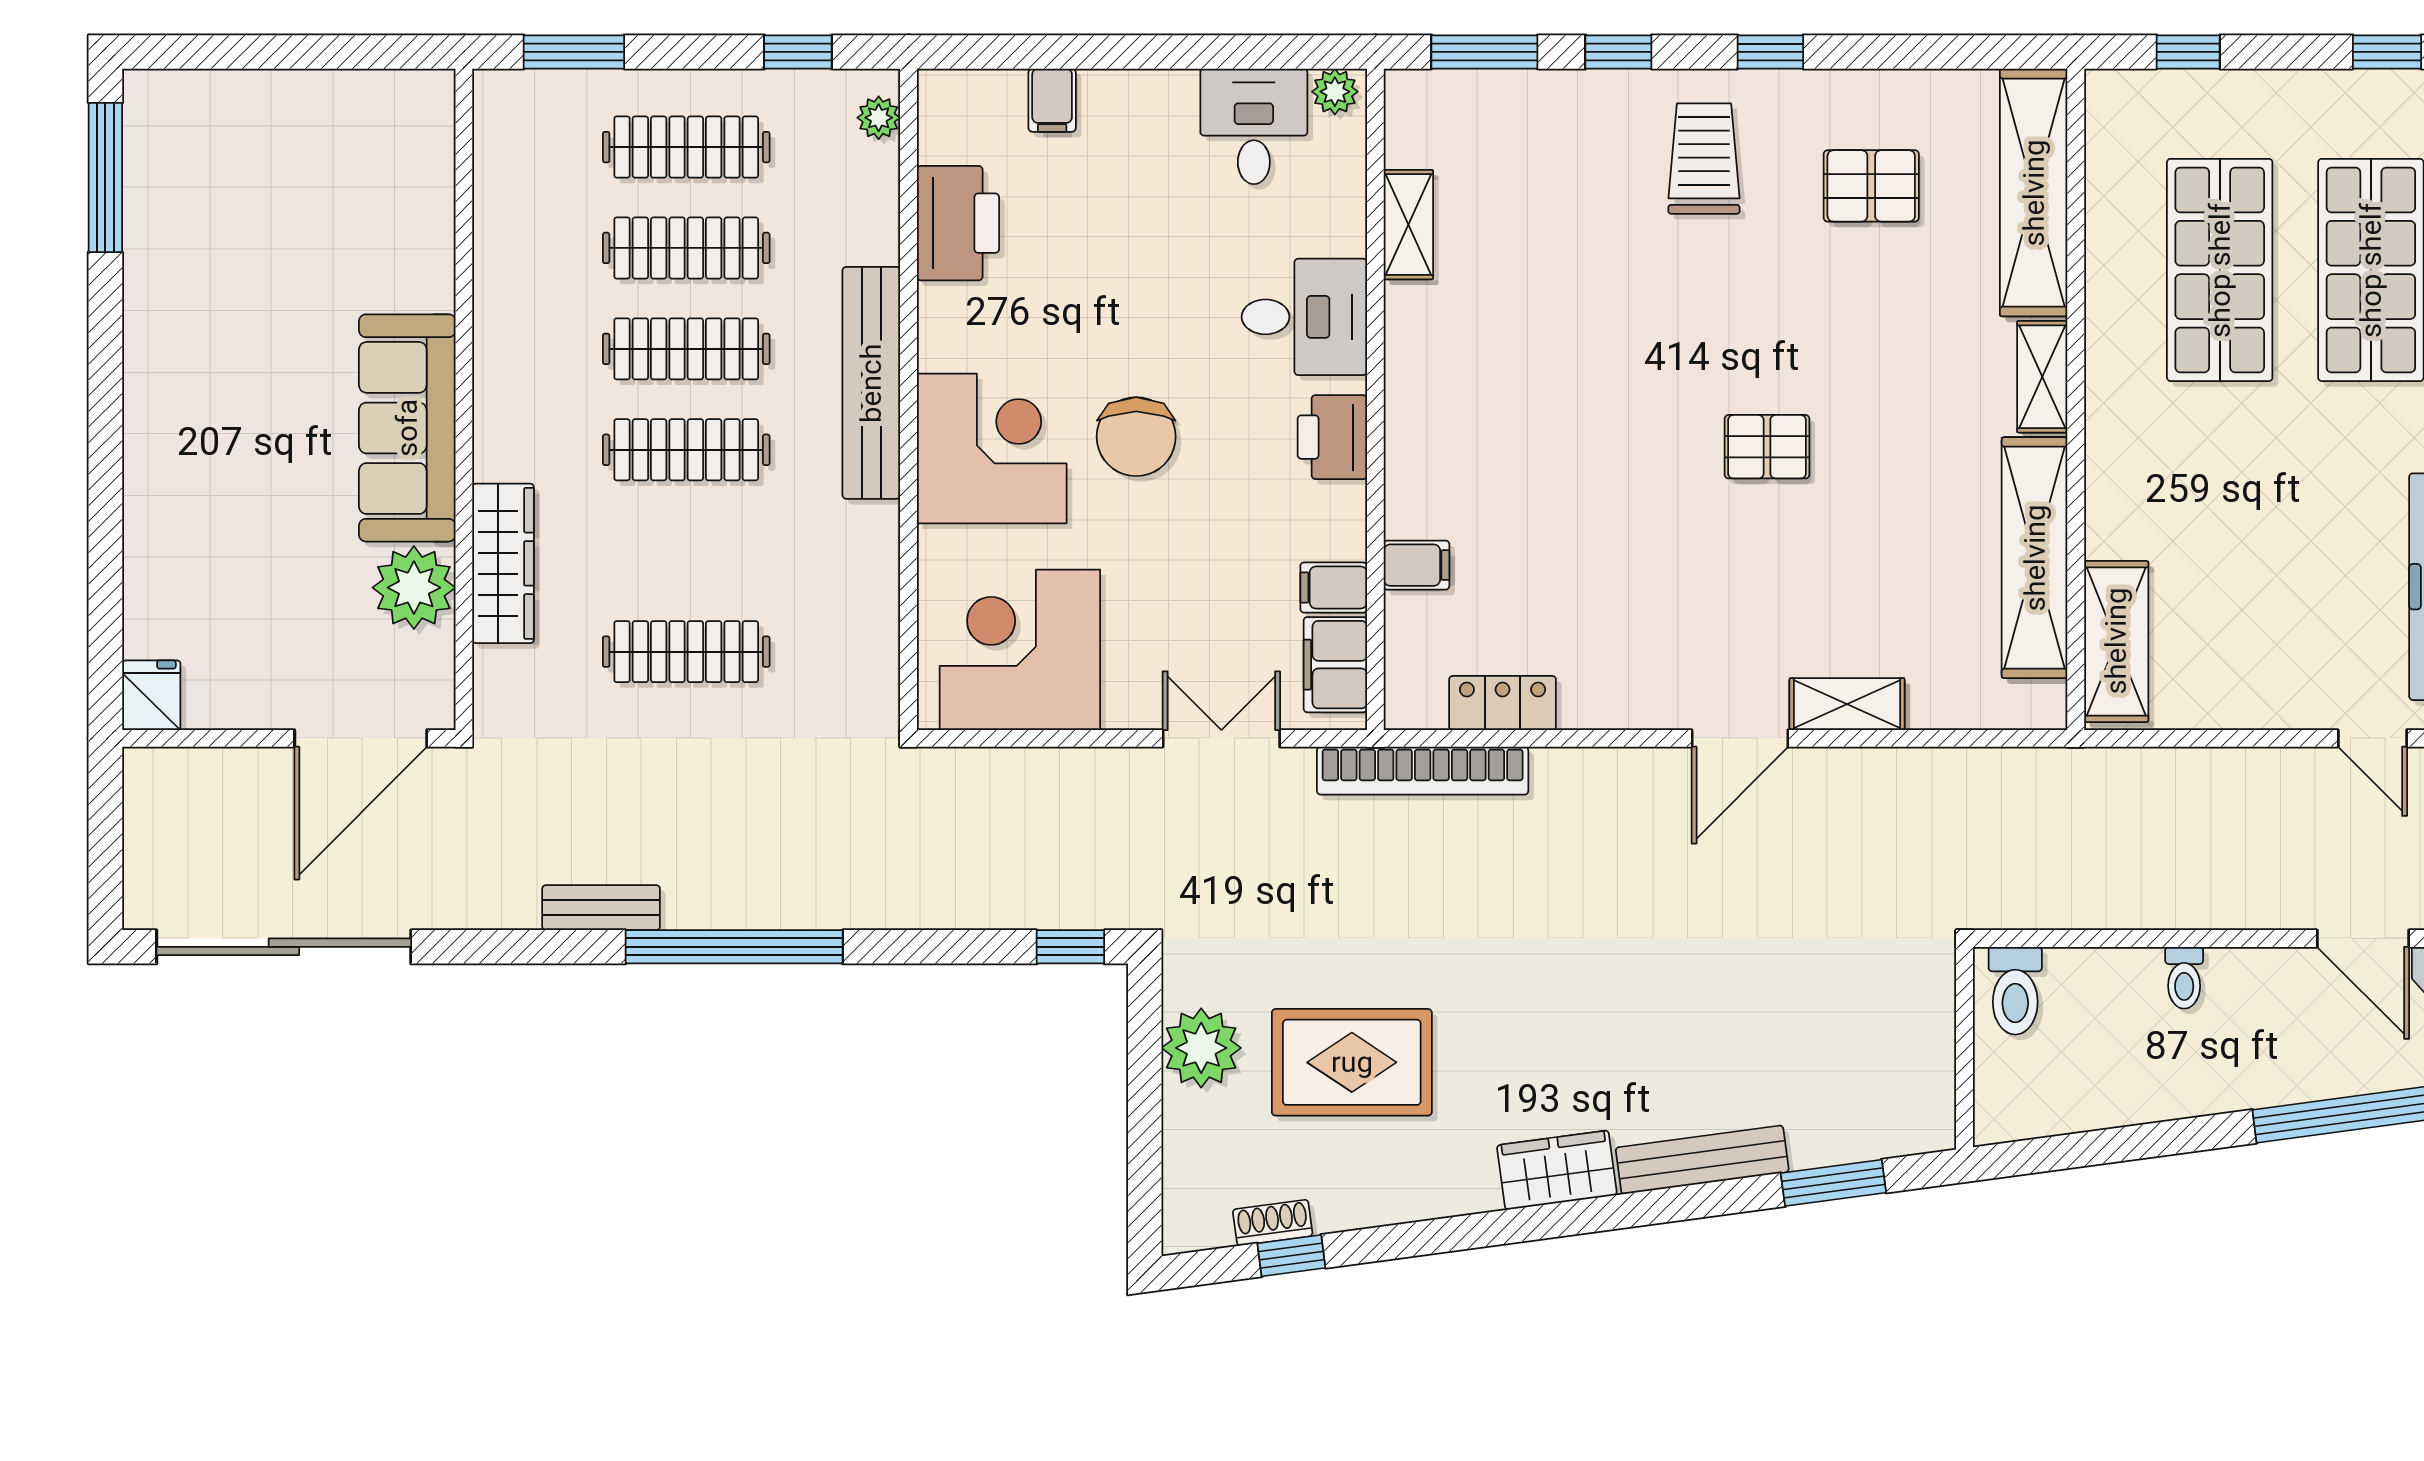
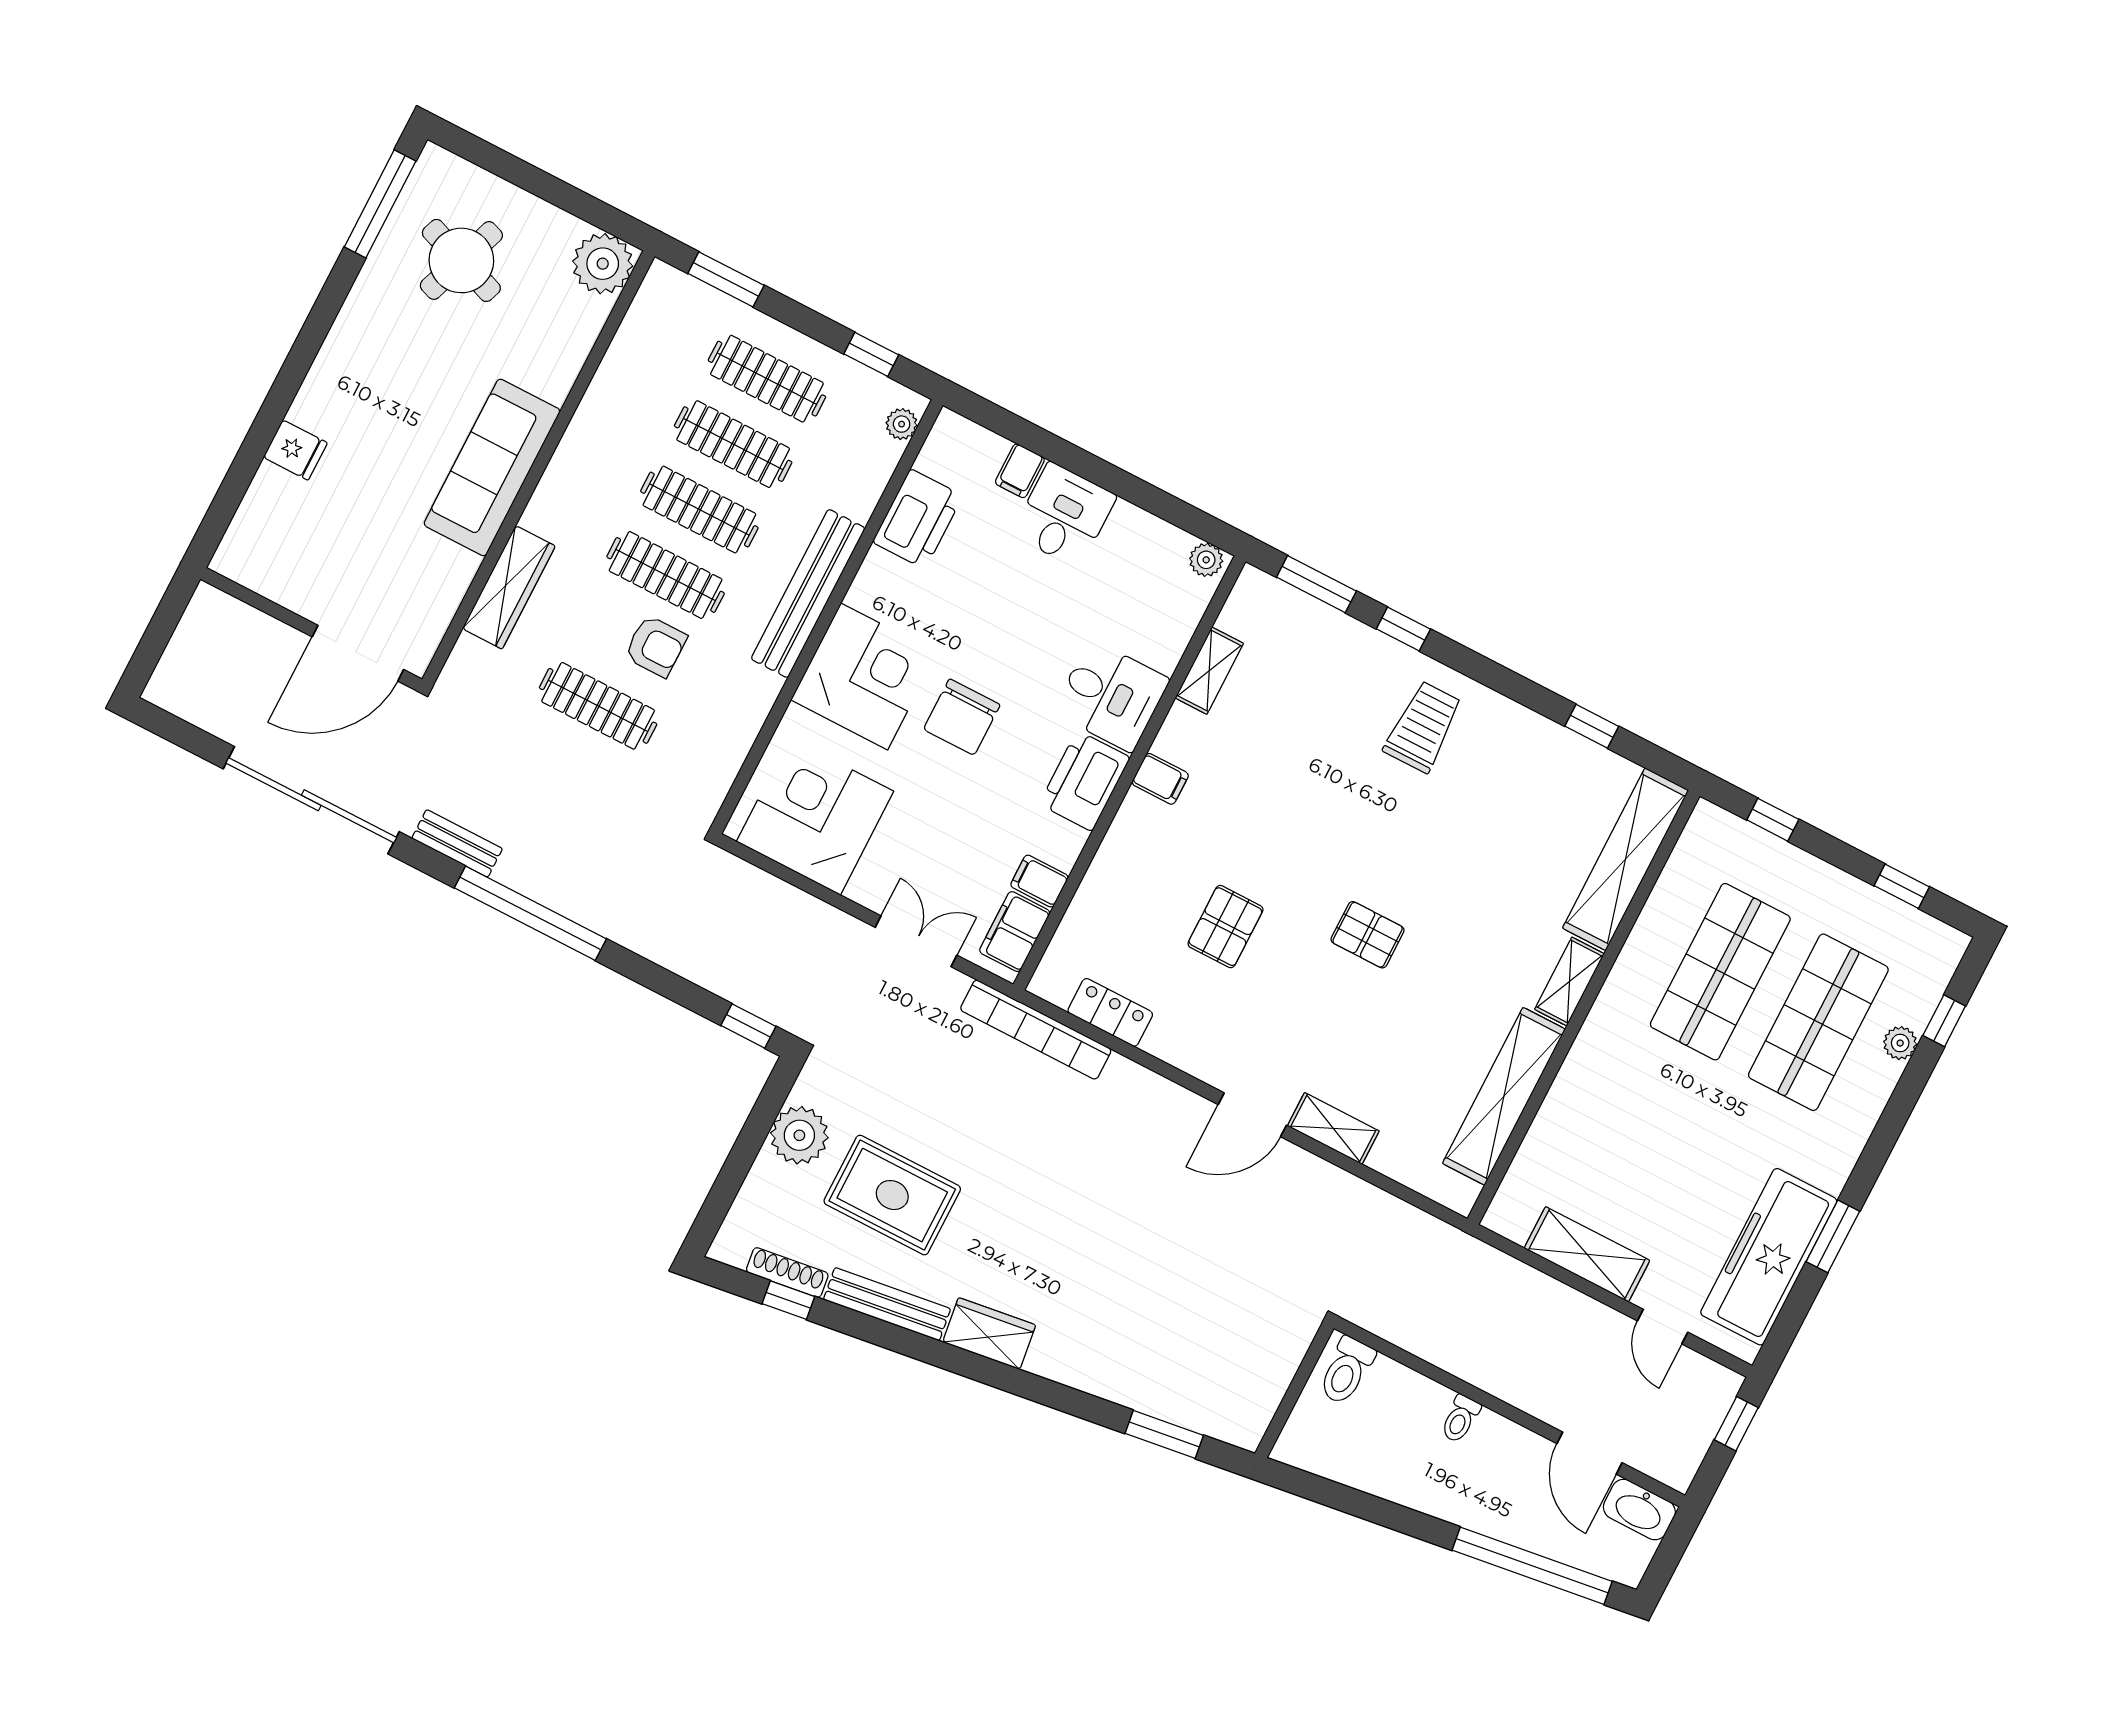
window: (1770, 52) -> (1592, 726), moved
desk: (1254, 126) -> (1064, 515), moved
pallet: (1871, 186) -> (1225, 927), moved, turned 90
round table: (240, 195) -> (461, 260), added
printer: (1332, 437) -> (1085, 781), width x1.37, depth x1.19
armchair: (719, 543) -> (656, 646), added
filing cabinet: (1417, 565) -> (1160, 779), moved
plant: (414, 588) -> (603, 264), moved
shelving: (2116, 641) -> (1587, 1254), moved, turned 90
fridge: (151, 695) -> (295, 450), moved, turned 90
sliding door: (284, 947) -> (311, 800), moved
bench: (1702, 1160) -> (887, 1304), moved
shoe rack: (1273, 1223) -> (787, 1273), width x1.43

